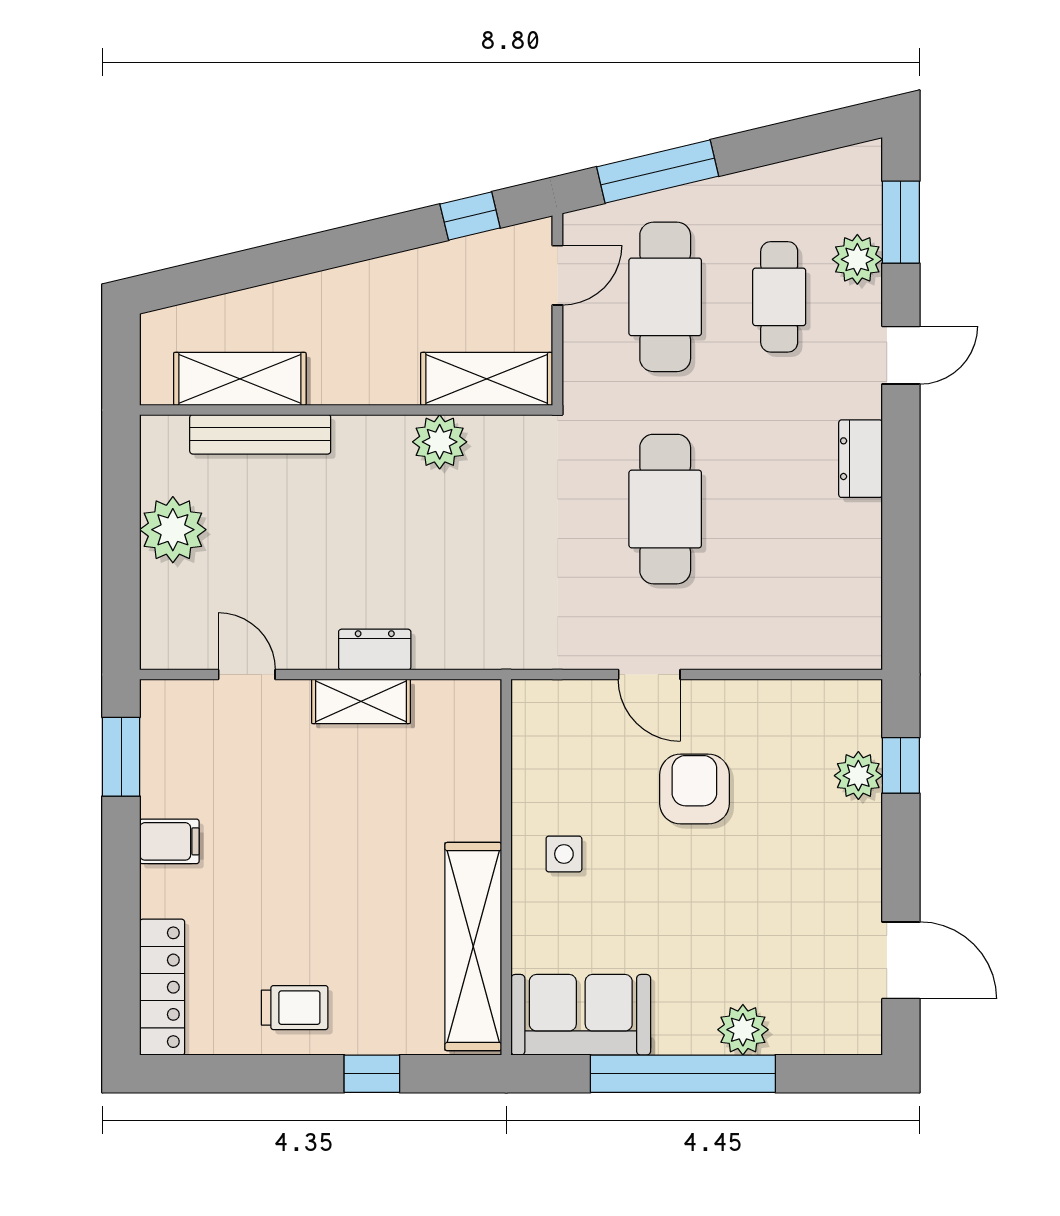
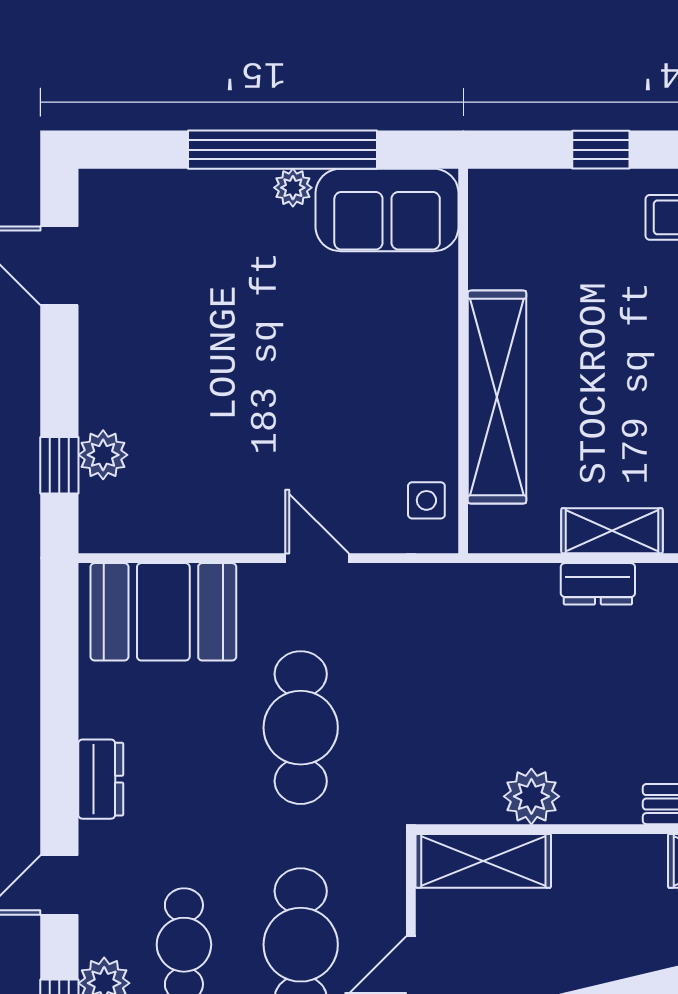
booth: (799, 622) -> (163, 612), added
armchair: (694, 789) -> (271, 441), removed
side table: (564, 854) -> (426, 500), moved
shelving: (473, 947) -> (497, 397), moved
plant: (743, 1030) -> (293, 188), moved, width x0.73, depth x0.73

